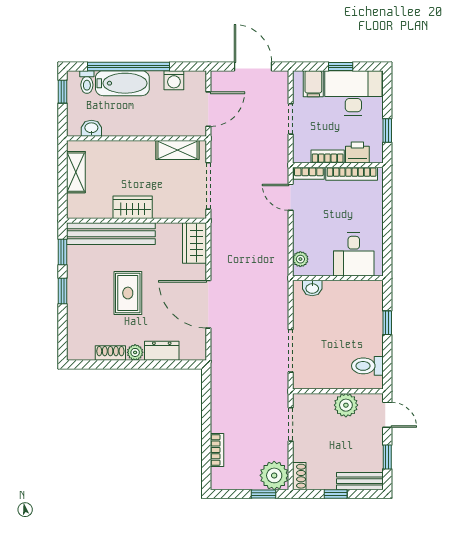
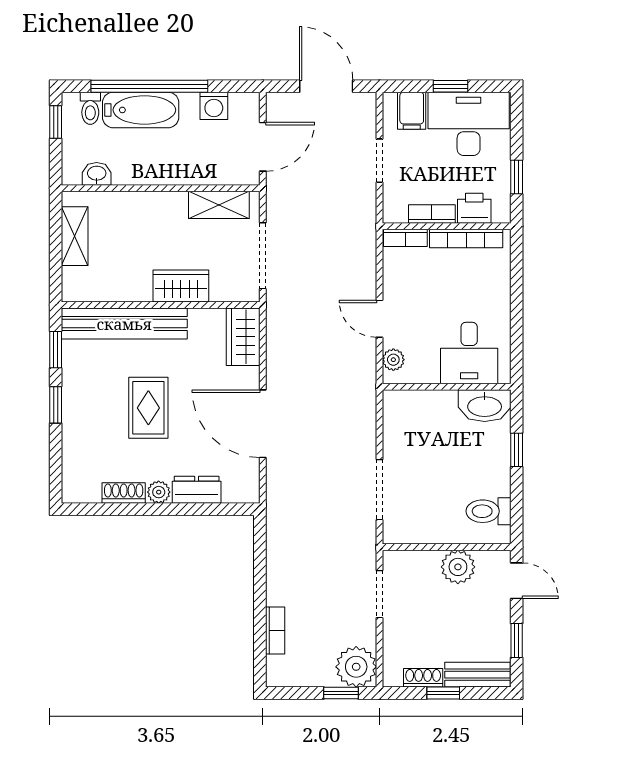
door: (291, 197) -> (379, 319), moved
wardrobe: (133, 207) -> (181, 286), moved
washbasin: (312, 288) -> (485, 406), moved, width x1.91, depth x1.45
shoe rack: (299, 476) -> (423, 678), moved, turned -90

